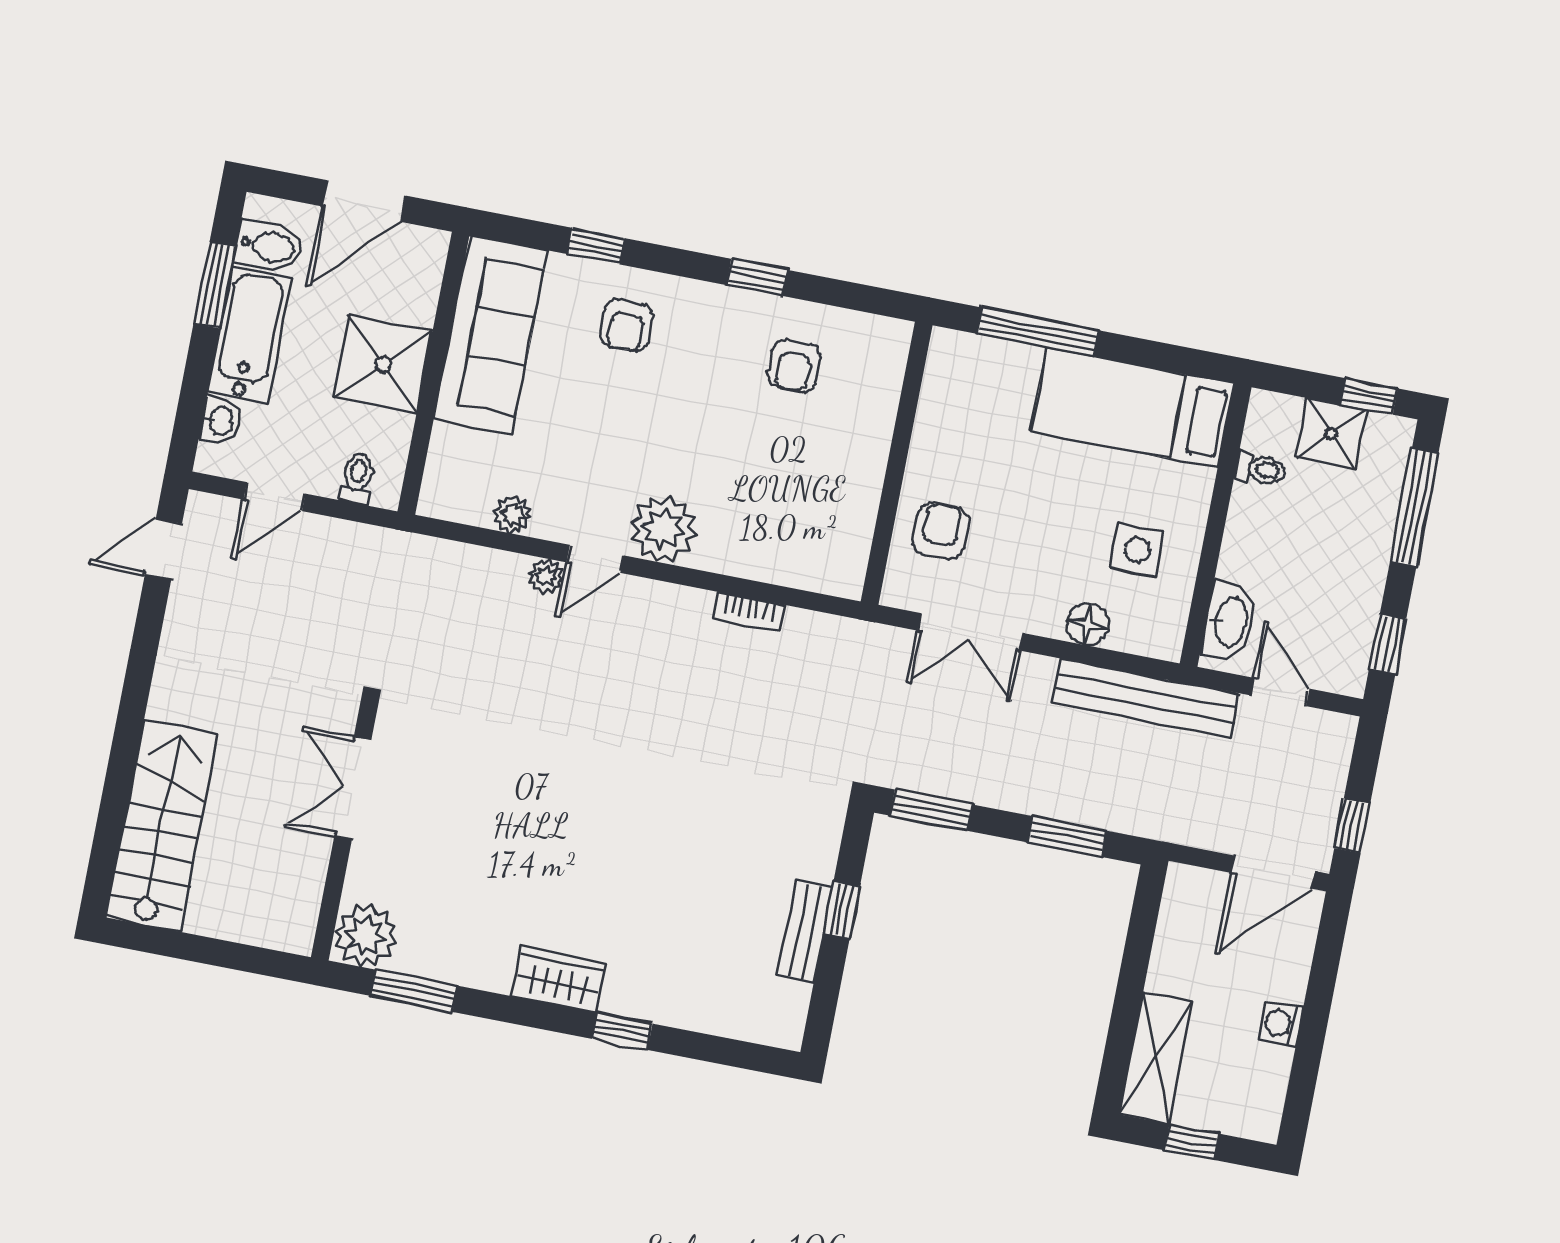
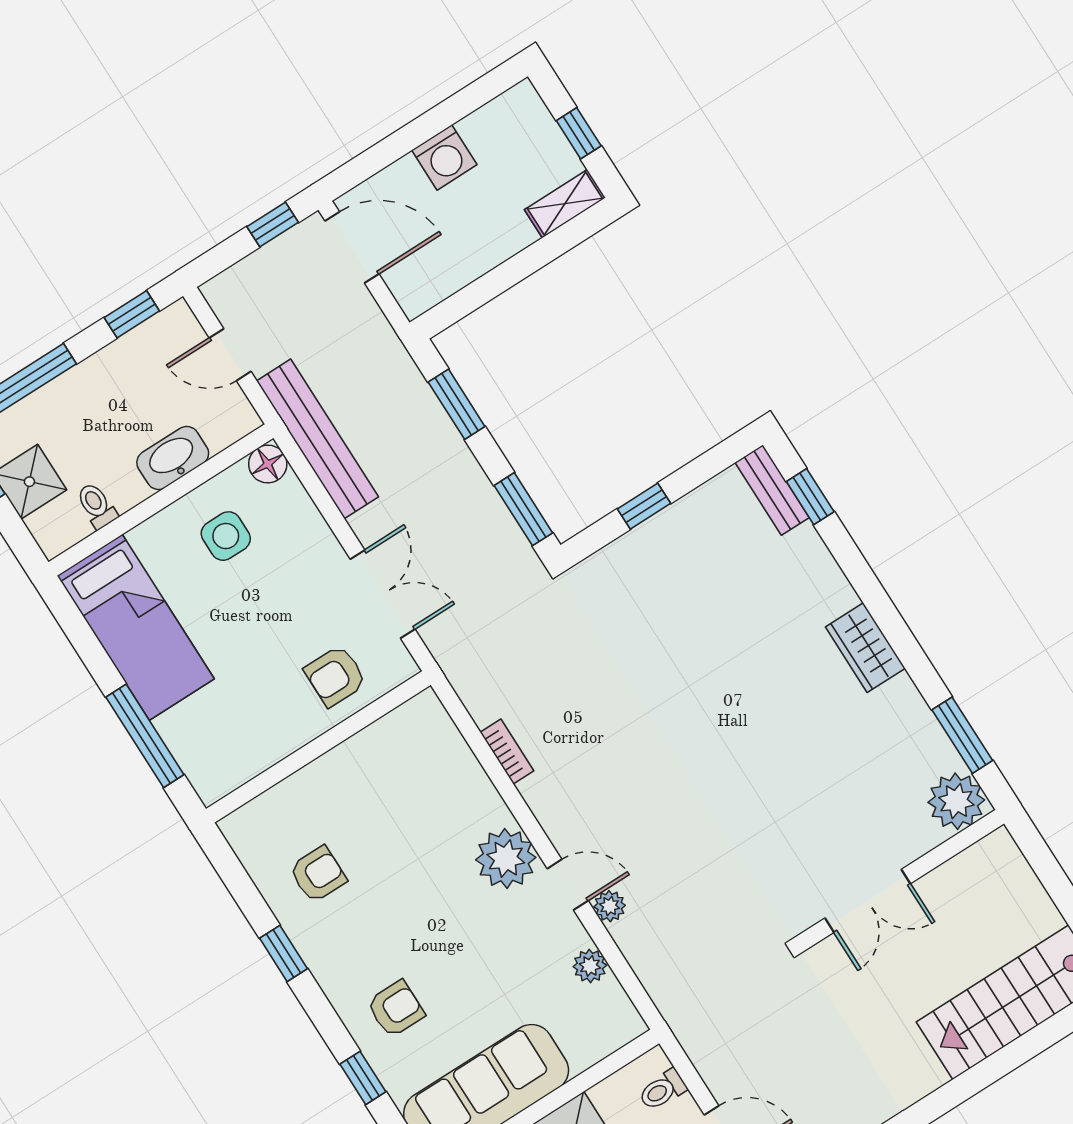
washbasin: (1230, 622) -> (173, 458), moved
floor lamp: (1088, 624) -> (268, 464), moved
door: (1280, 692) -> (230, 355), hinge flipped
bench: (805, 931) -> (772, 490), moved, turned 90
washing machine: (1281, 1024) -> (444, 157), width x1.38, depth x1.38
window: (622, 1031) -> (810, 497), moved
shelving: (1156, 1058) -> (565, 204), width x0.67, depth x0.75

